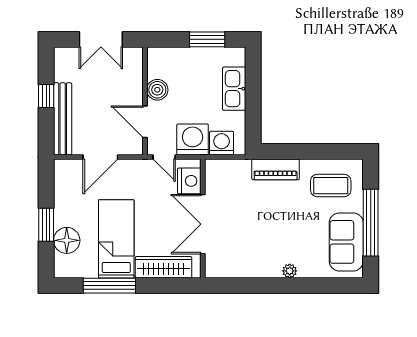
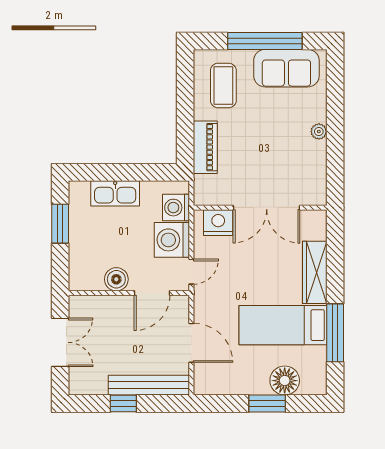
nightstand: (189, 181) -> (218, 223), moved
wall: (203, 218) -> (260, 208), moved
double door: (203, 224) -> (267, 208), moved

